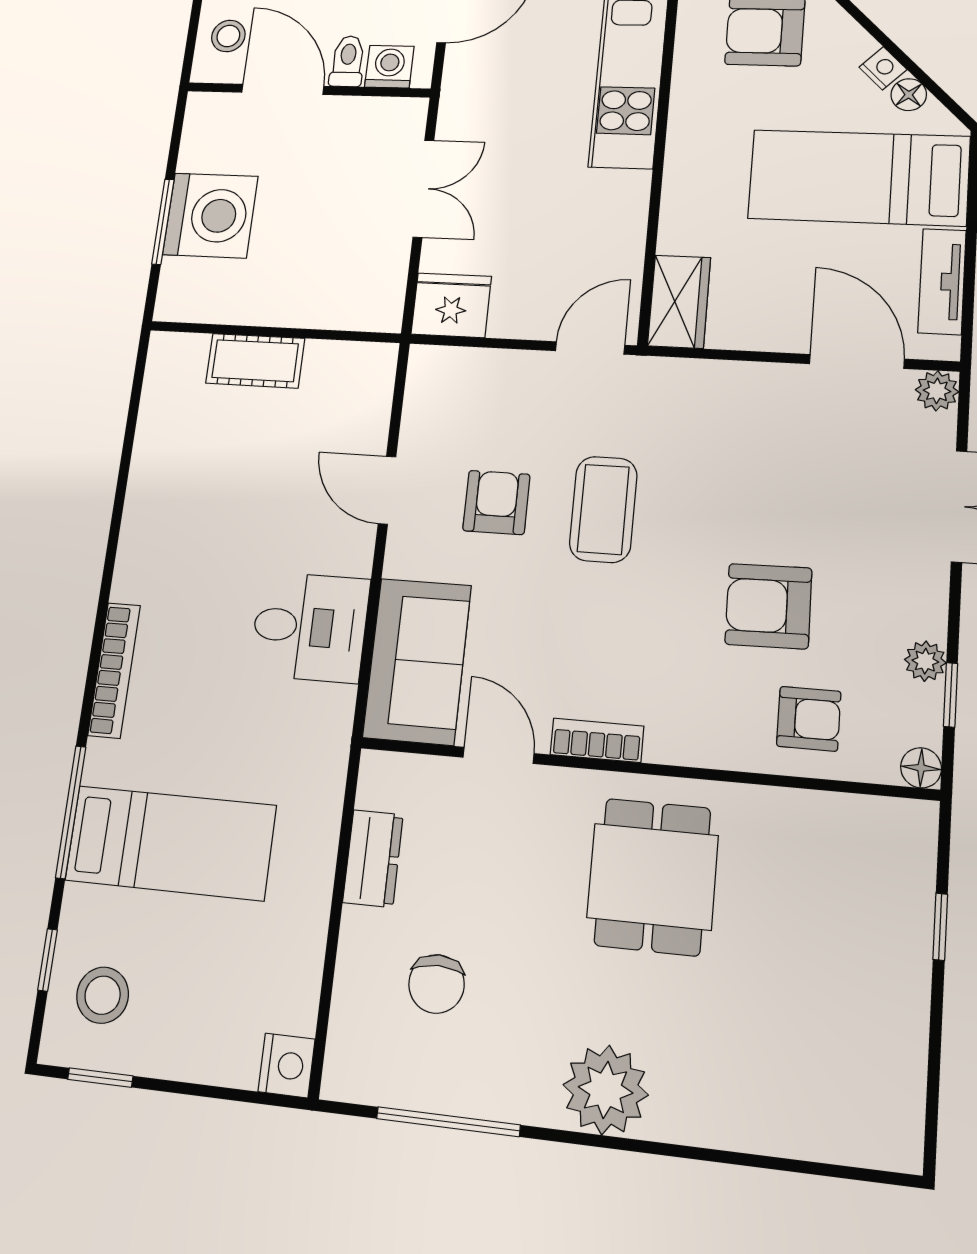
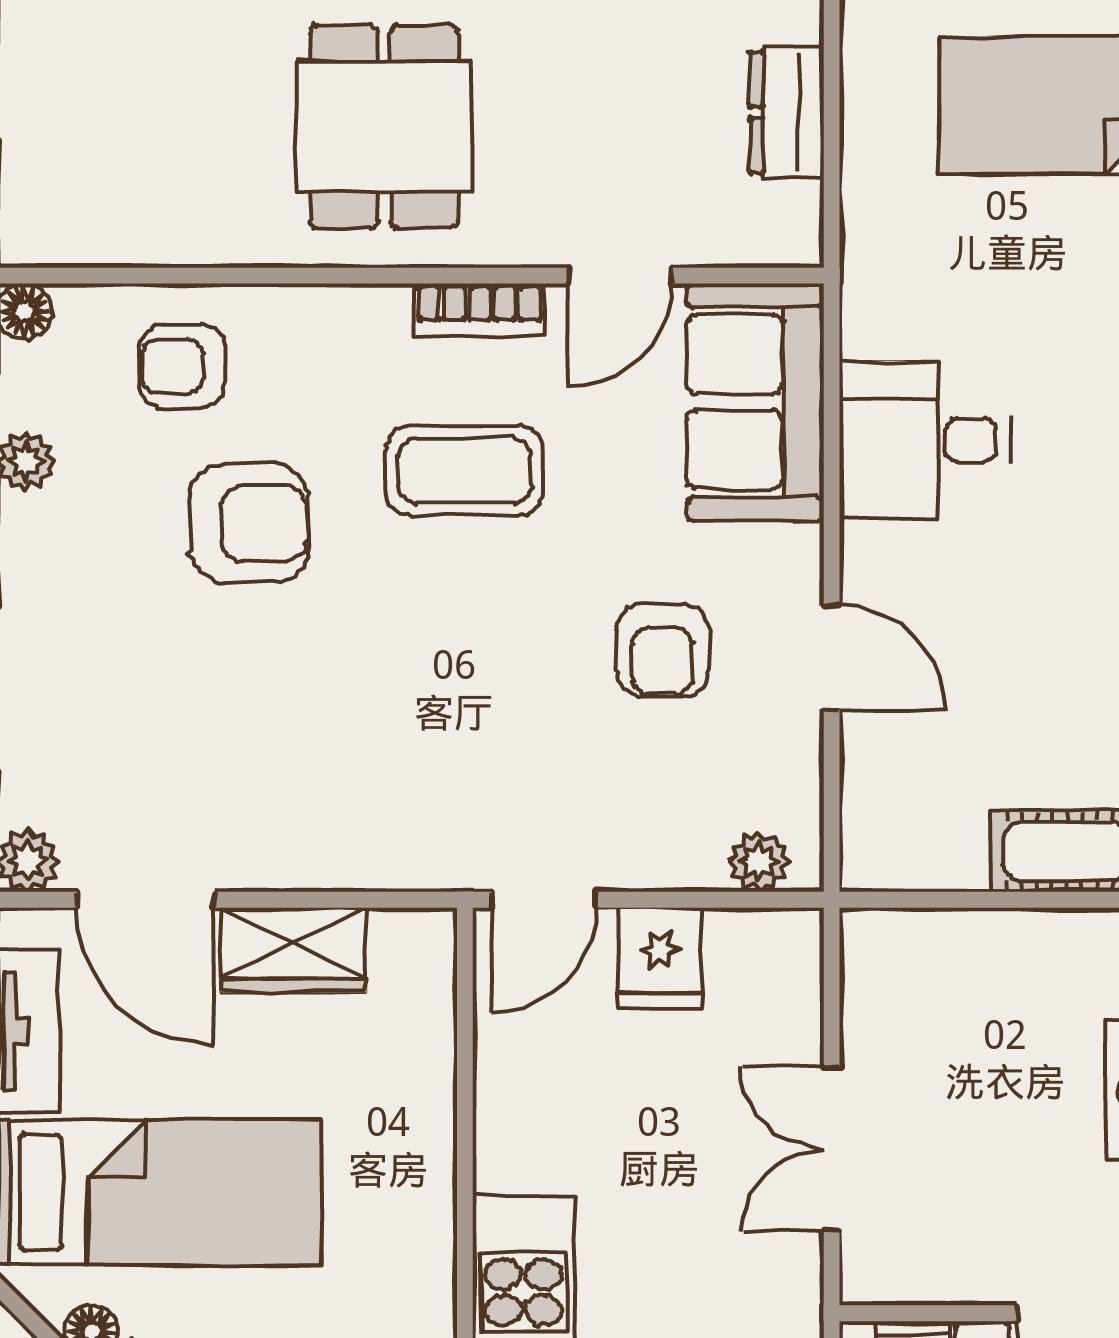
wardrobe: (679, 302) -> (293, 950), moved, turned -90
fridge: (451, 305) -> (660, 958), moved, width x0.72
plant: (449, 364) -> (759, 862), added
coffee table: (603, 509) -> (465, 471), moved, turned 90
door: (498, 755) -> (620, 276), hinge flipped

